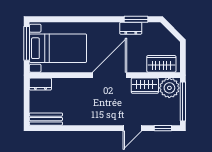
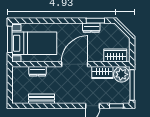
dresser: (40, 84) -> (38, 71), moved
bench: (46, 119) -> (42, 99), moved

